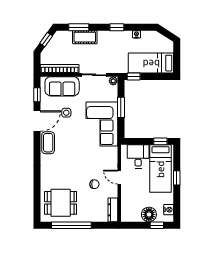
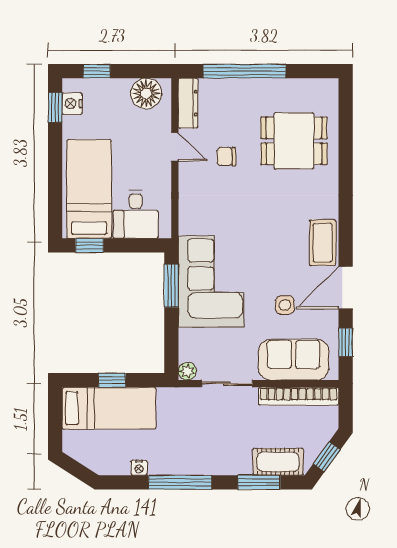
window: (117, 27) -> (180, 482), width x2.17
cot: (85, 37) -> (278, 462), moved
window: (134, 77) -> (112, 380), moved
window: (121, 107) -> (171, 286), moved
door: (119, 177) -> (175, 147), moved
window: (177, 178) -> (55, 107), moved
dining table: (61, 203) -> (294, 141), moved
floor lamp: (149, 214) -> (146, 94), moved
window: (71, 225) -> (245, 71), moved

